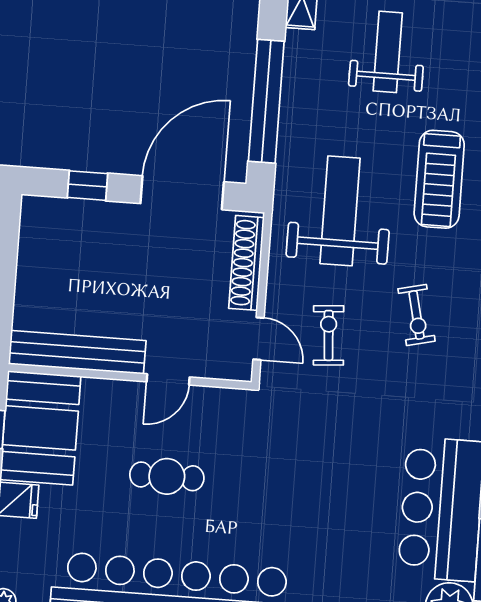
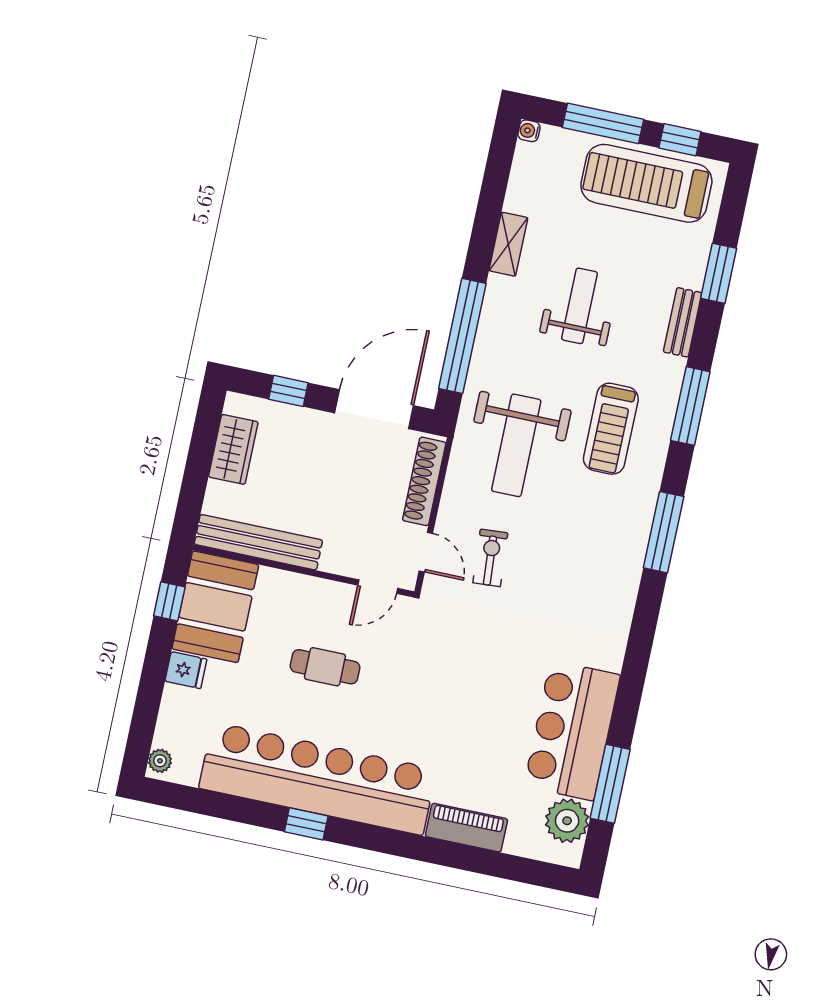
weight bench: (340, 211) -> (516, 445), turned 180
wardrobe: (37, 256) -> (233, 449), added
exercise bike: (417, 315) -> (573, 550), removed
door: (168, 379) -> (378, 587), moved

